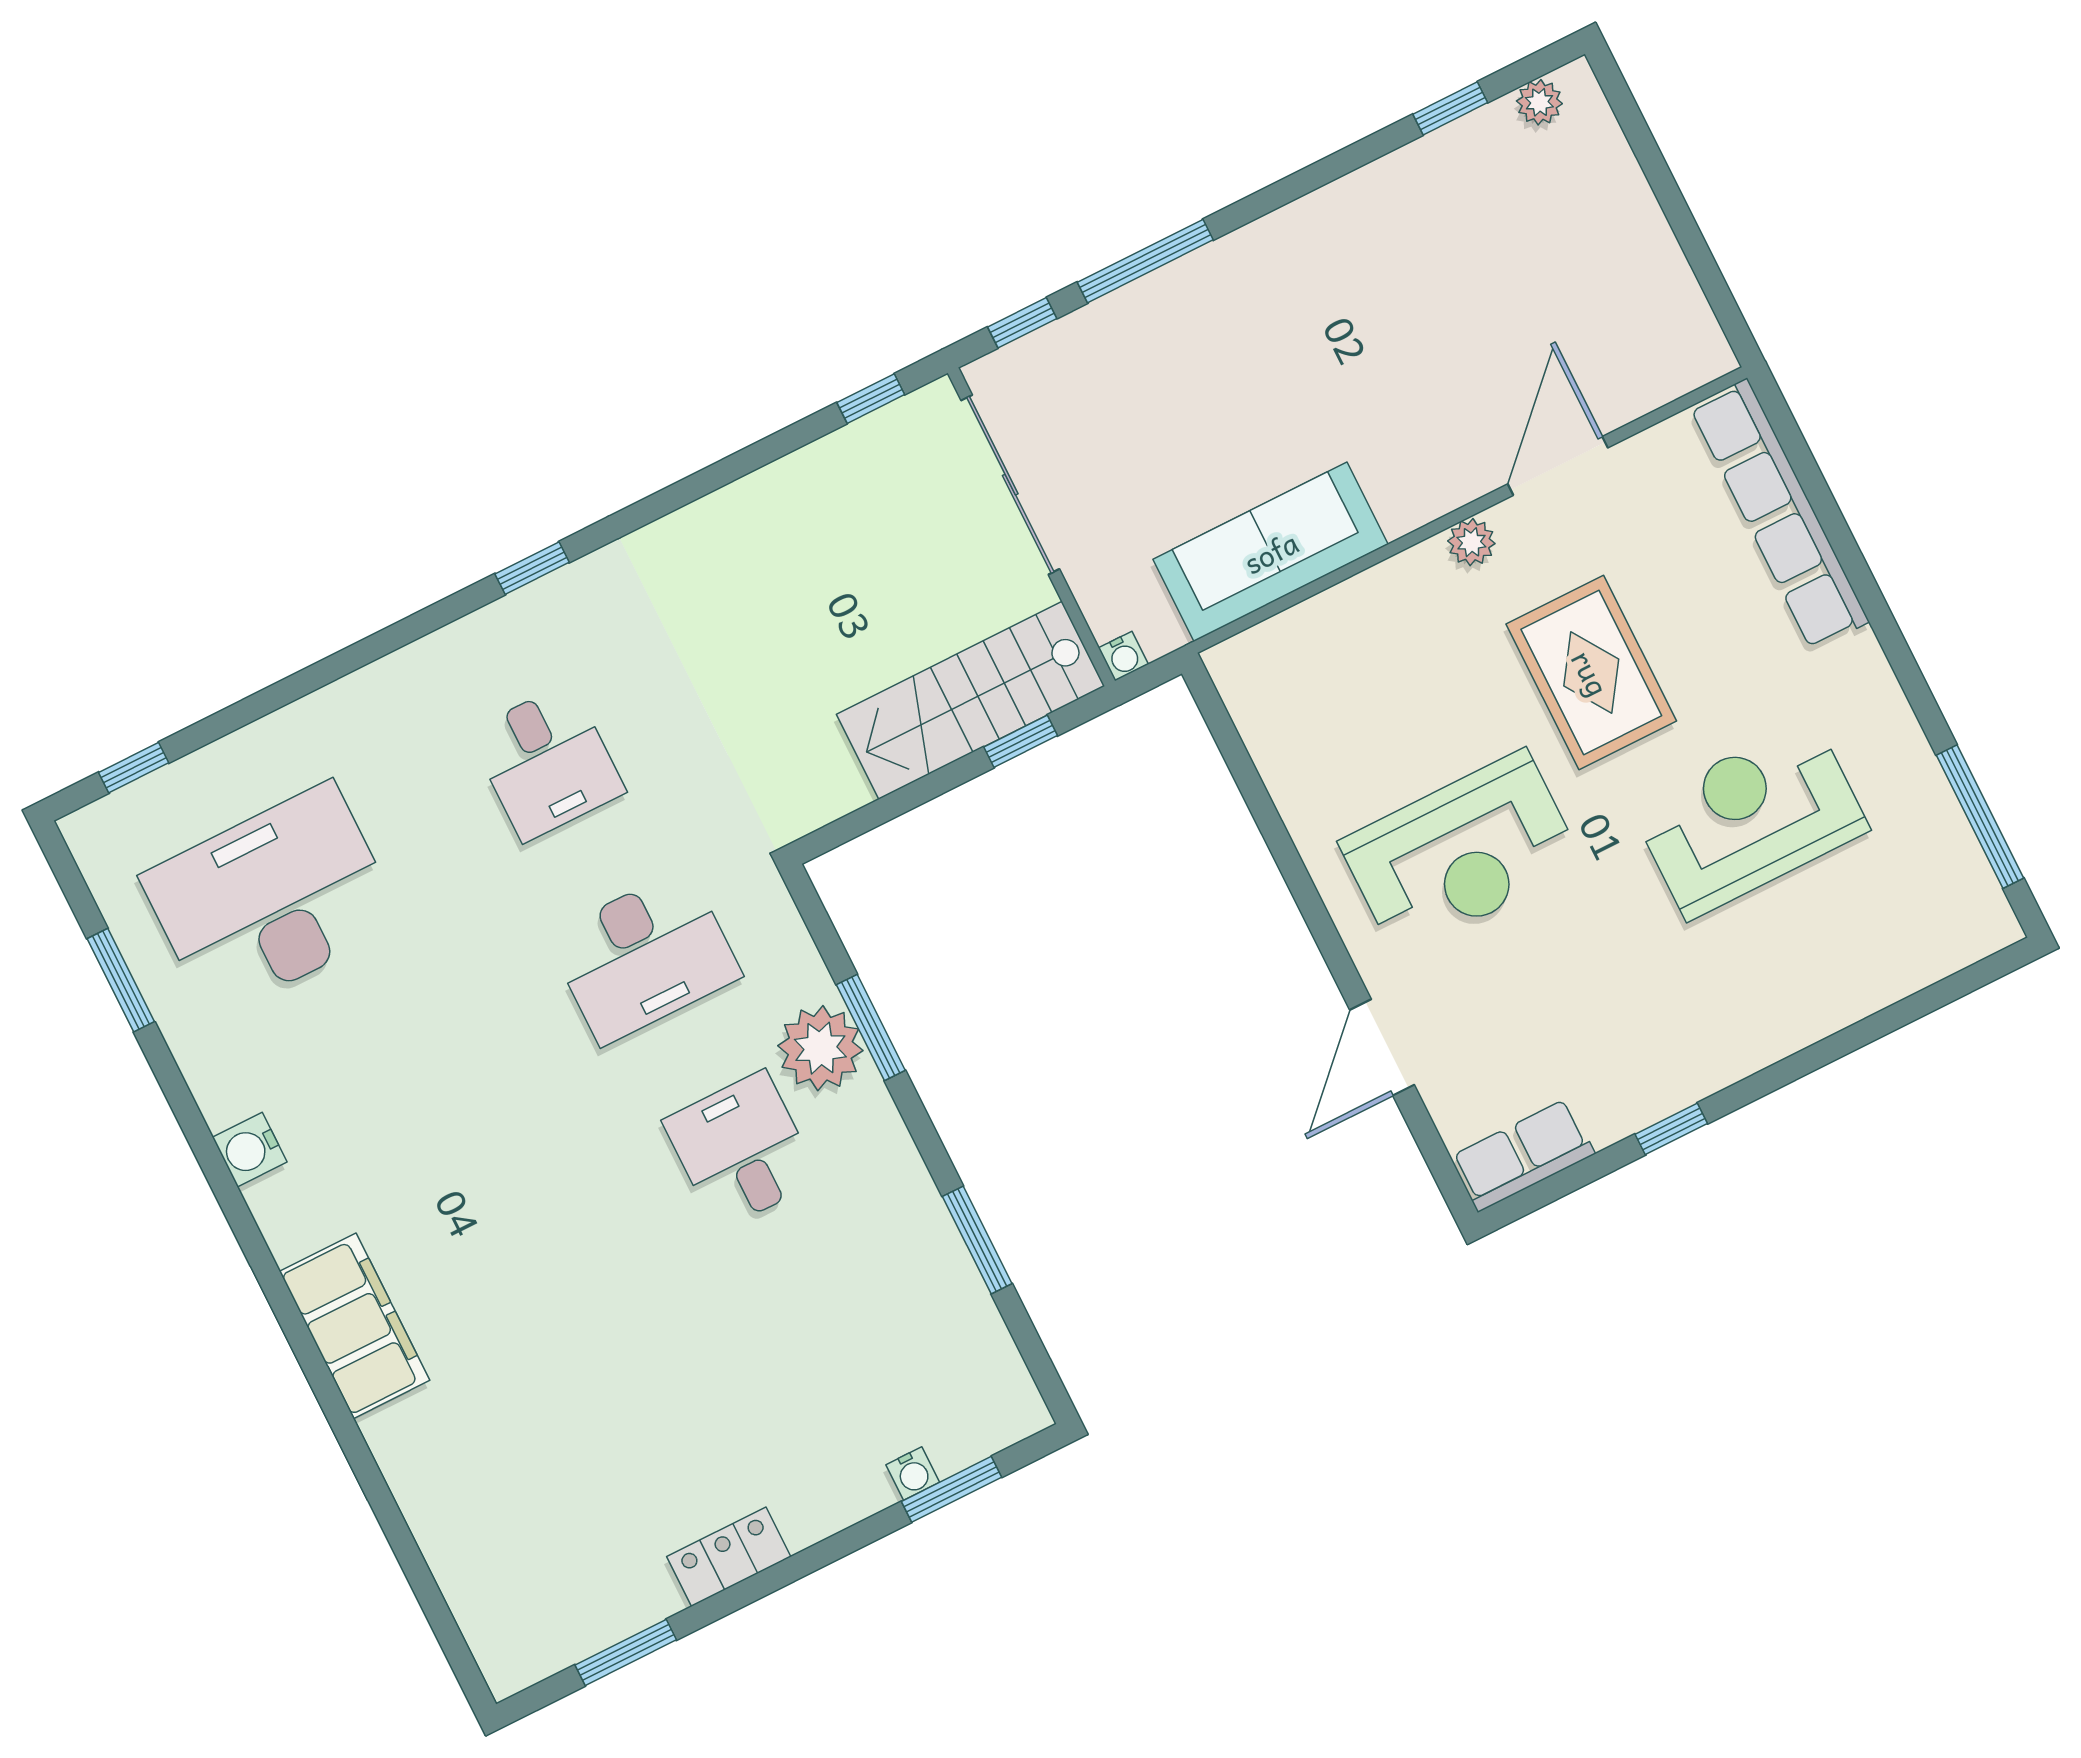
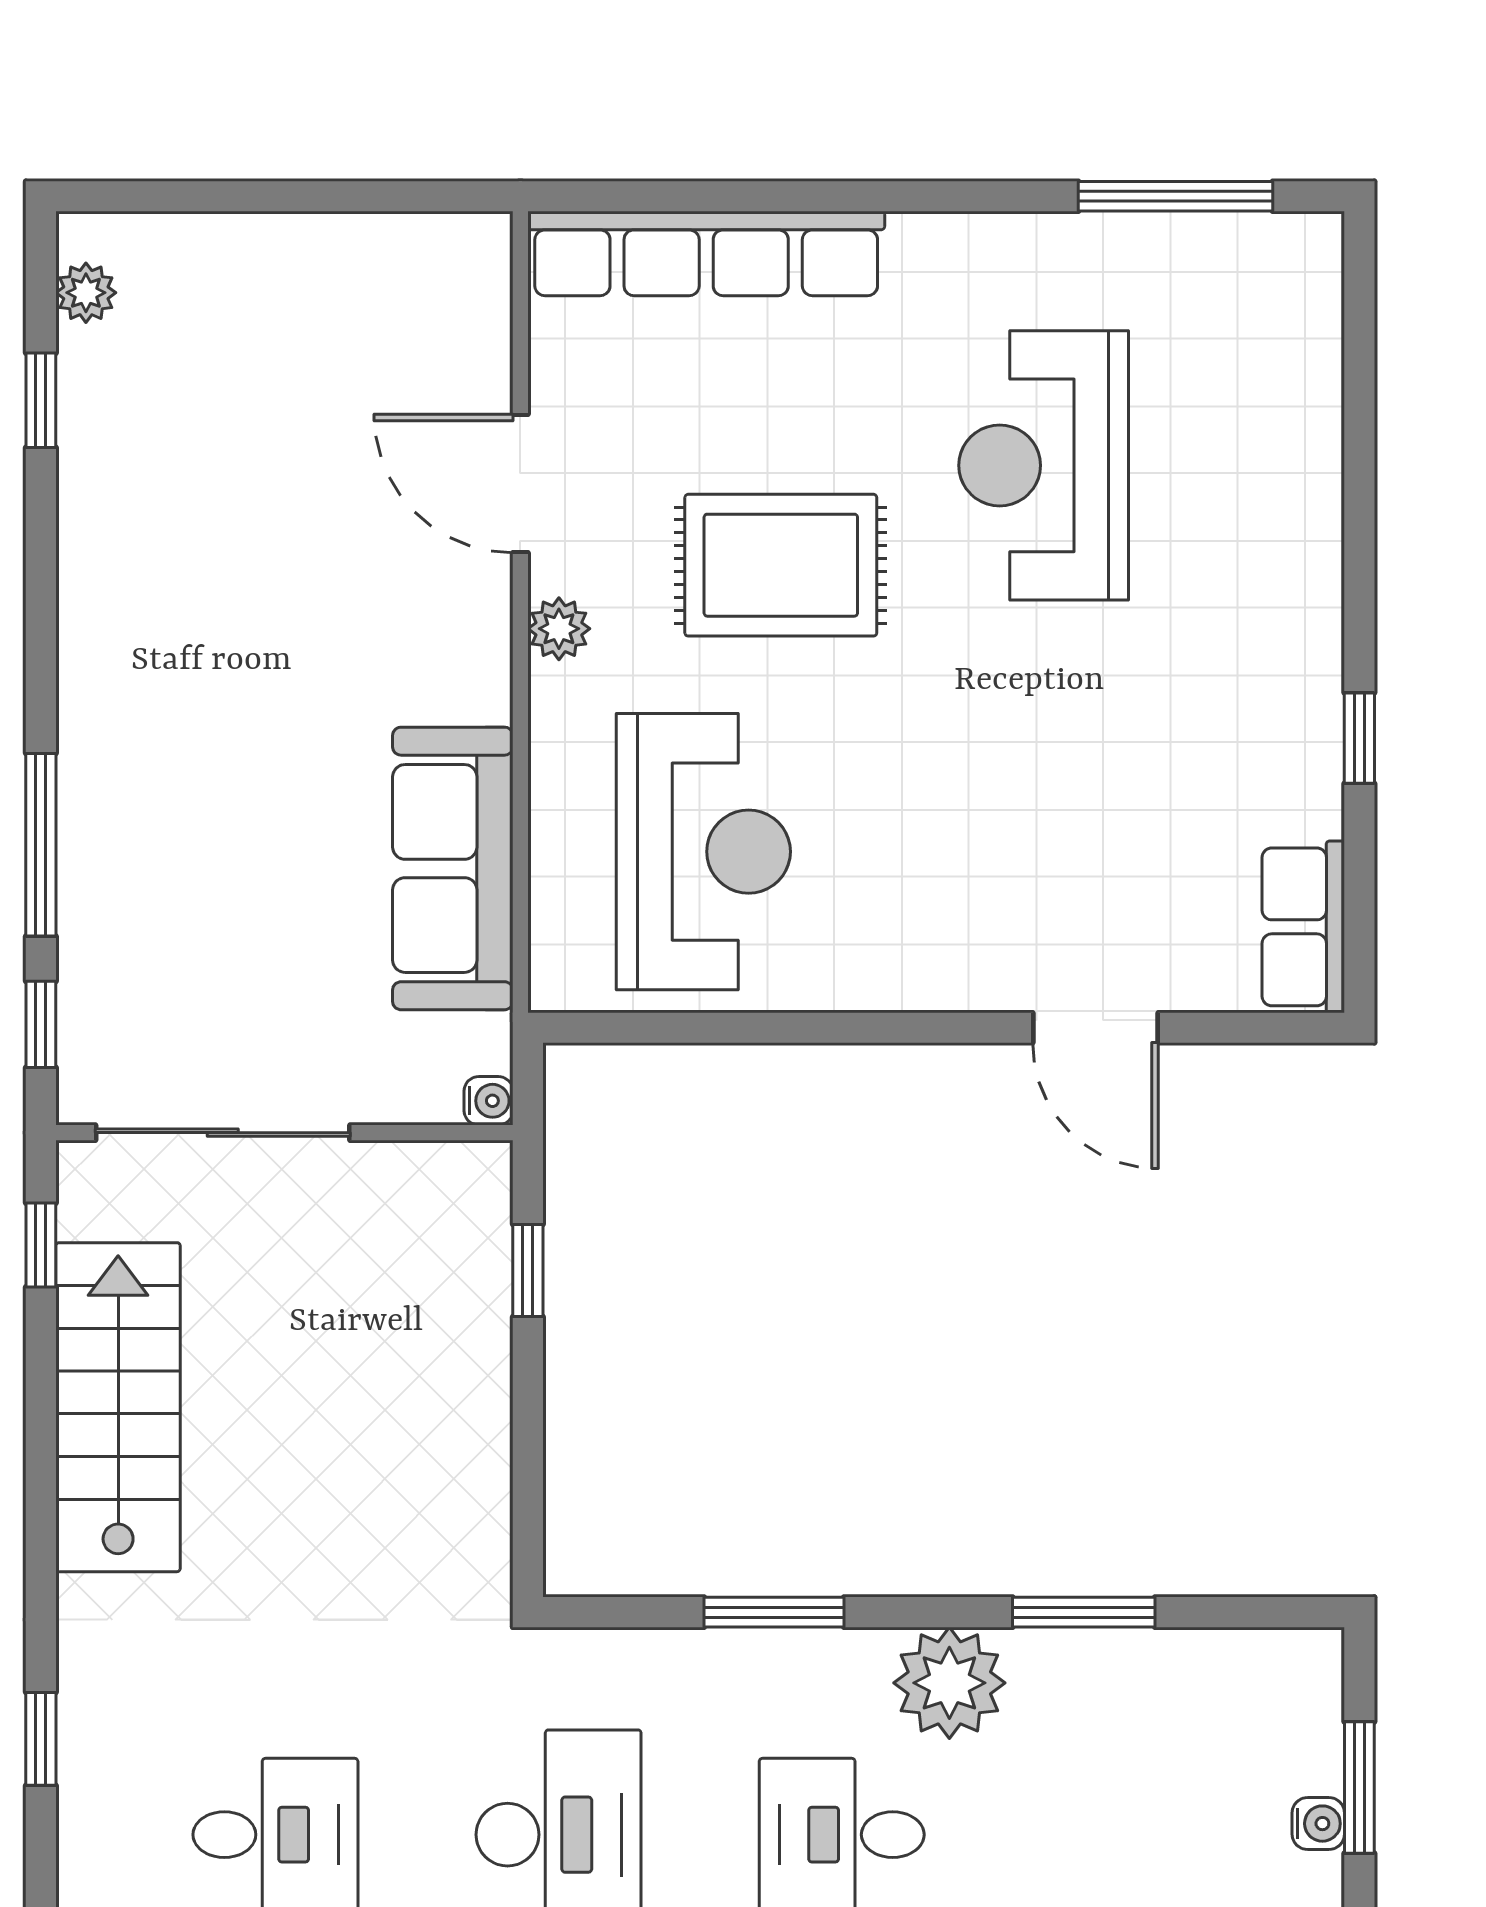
stairs: (971, 700) -> (118, 1407), moved, turned 180
reception desk: (1461, 853) -> (703, 852), moved
plant: (820, 1048) -> (949, 1683), moved

